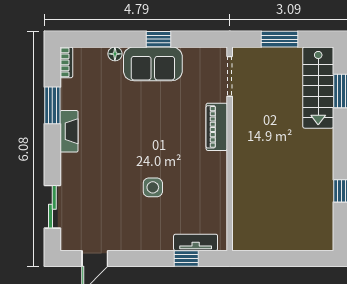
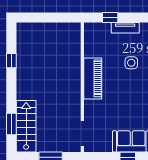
piano: (217, 127) -> (93, 78), moved, width x1.37, depth x1.33
tv unit: (196, 242) -> (125, 28), moved

